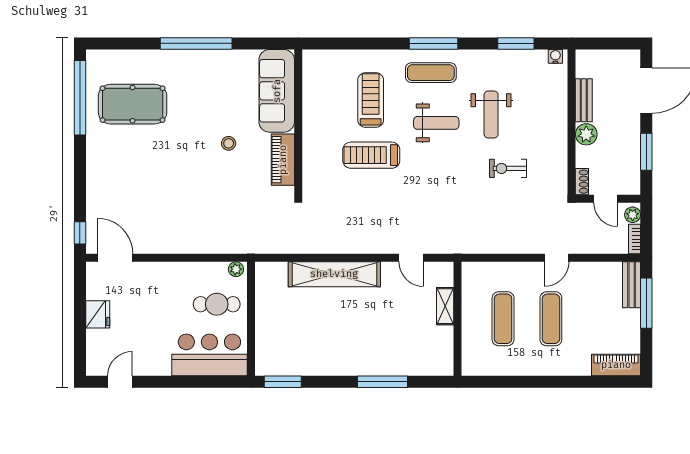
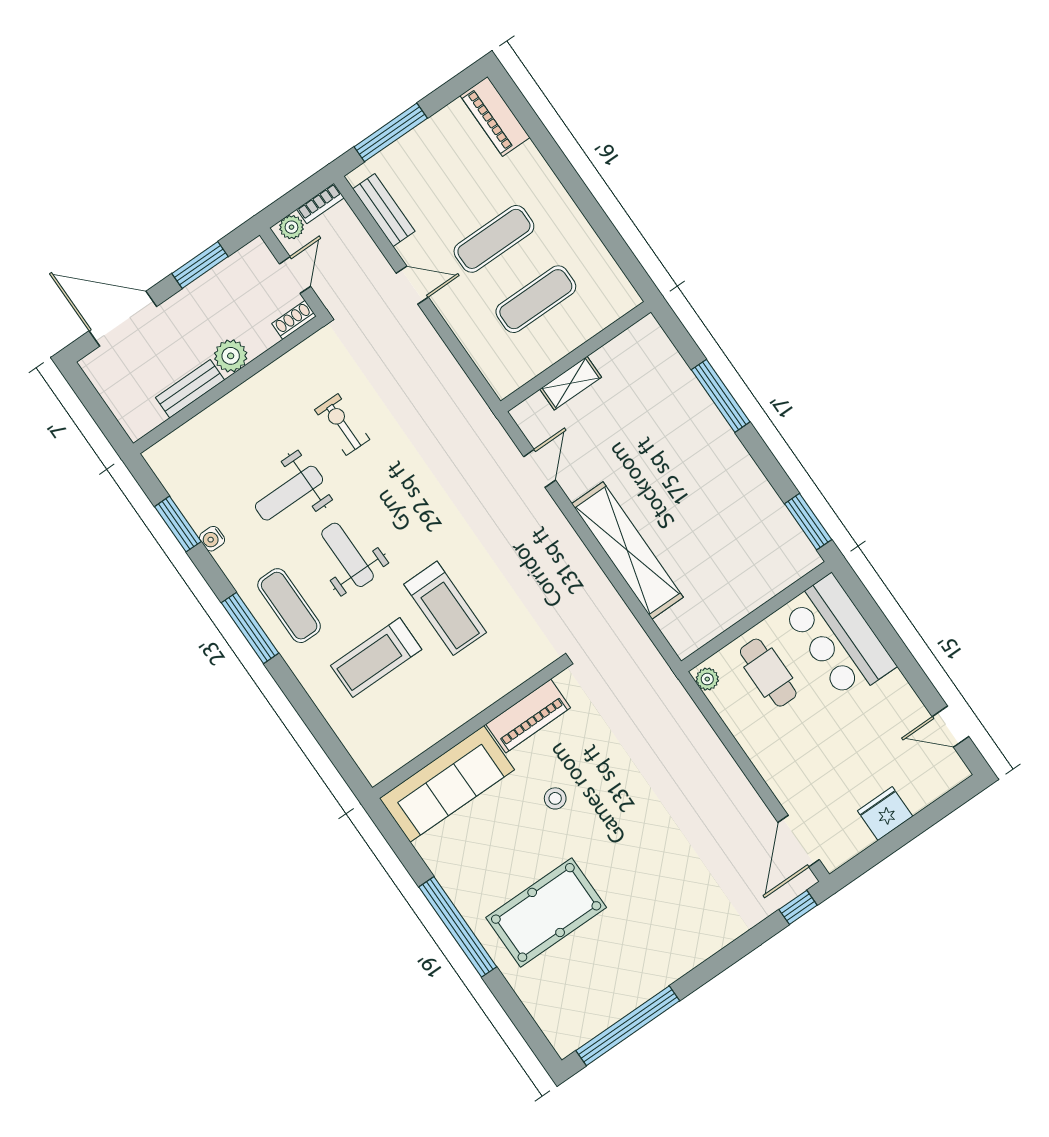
water cooler: (555, 56) -> (212, 539), moved
pool table: (133, 104) -> (546, 912), moved, turned 90
weight bench: (491, 114) -> (289, 493), turned 180
exercise bike: (508, 168) -> (342, 425), turned 180
bench: (632, 285) -> (384, 210), moved, turned 90

